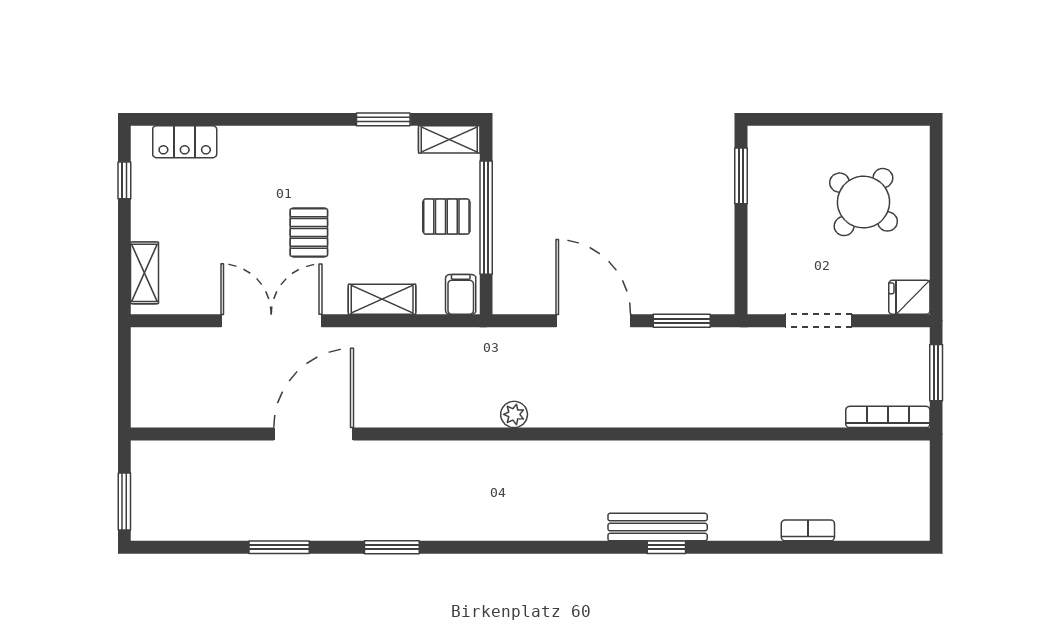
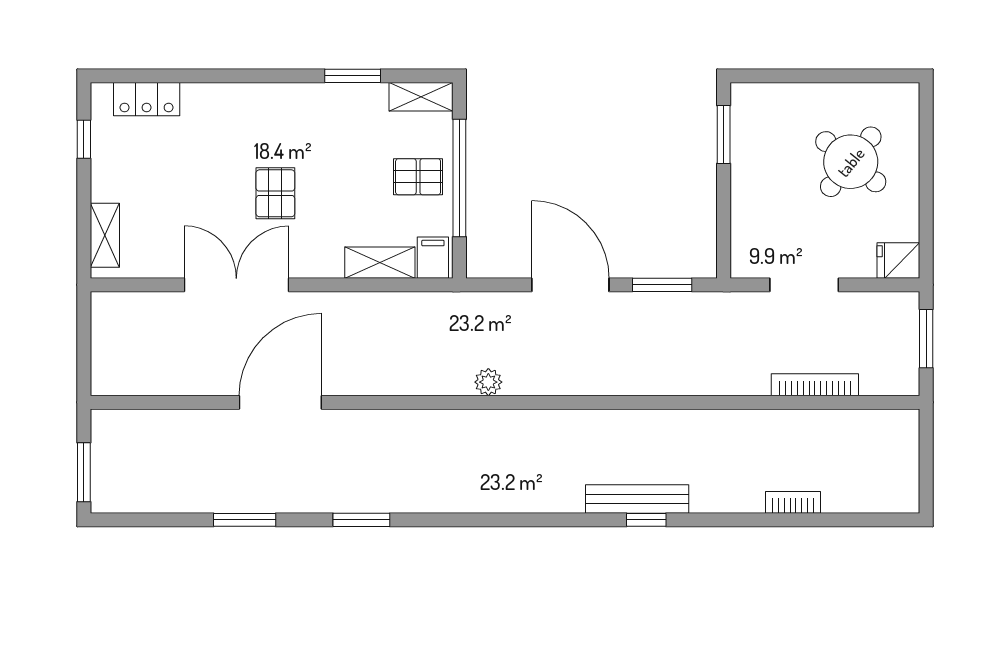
shelving: (382, 299) -> (380, 263), moved
bookcase: (888, 417) -> (815, 385), moved

